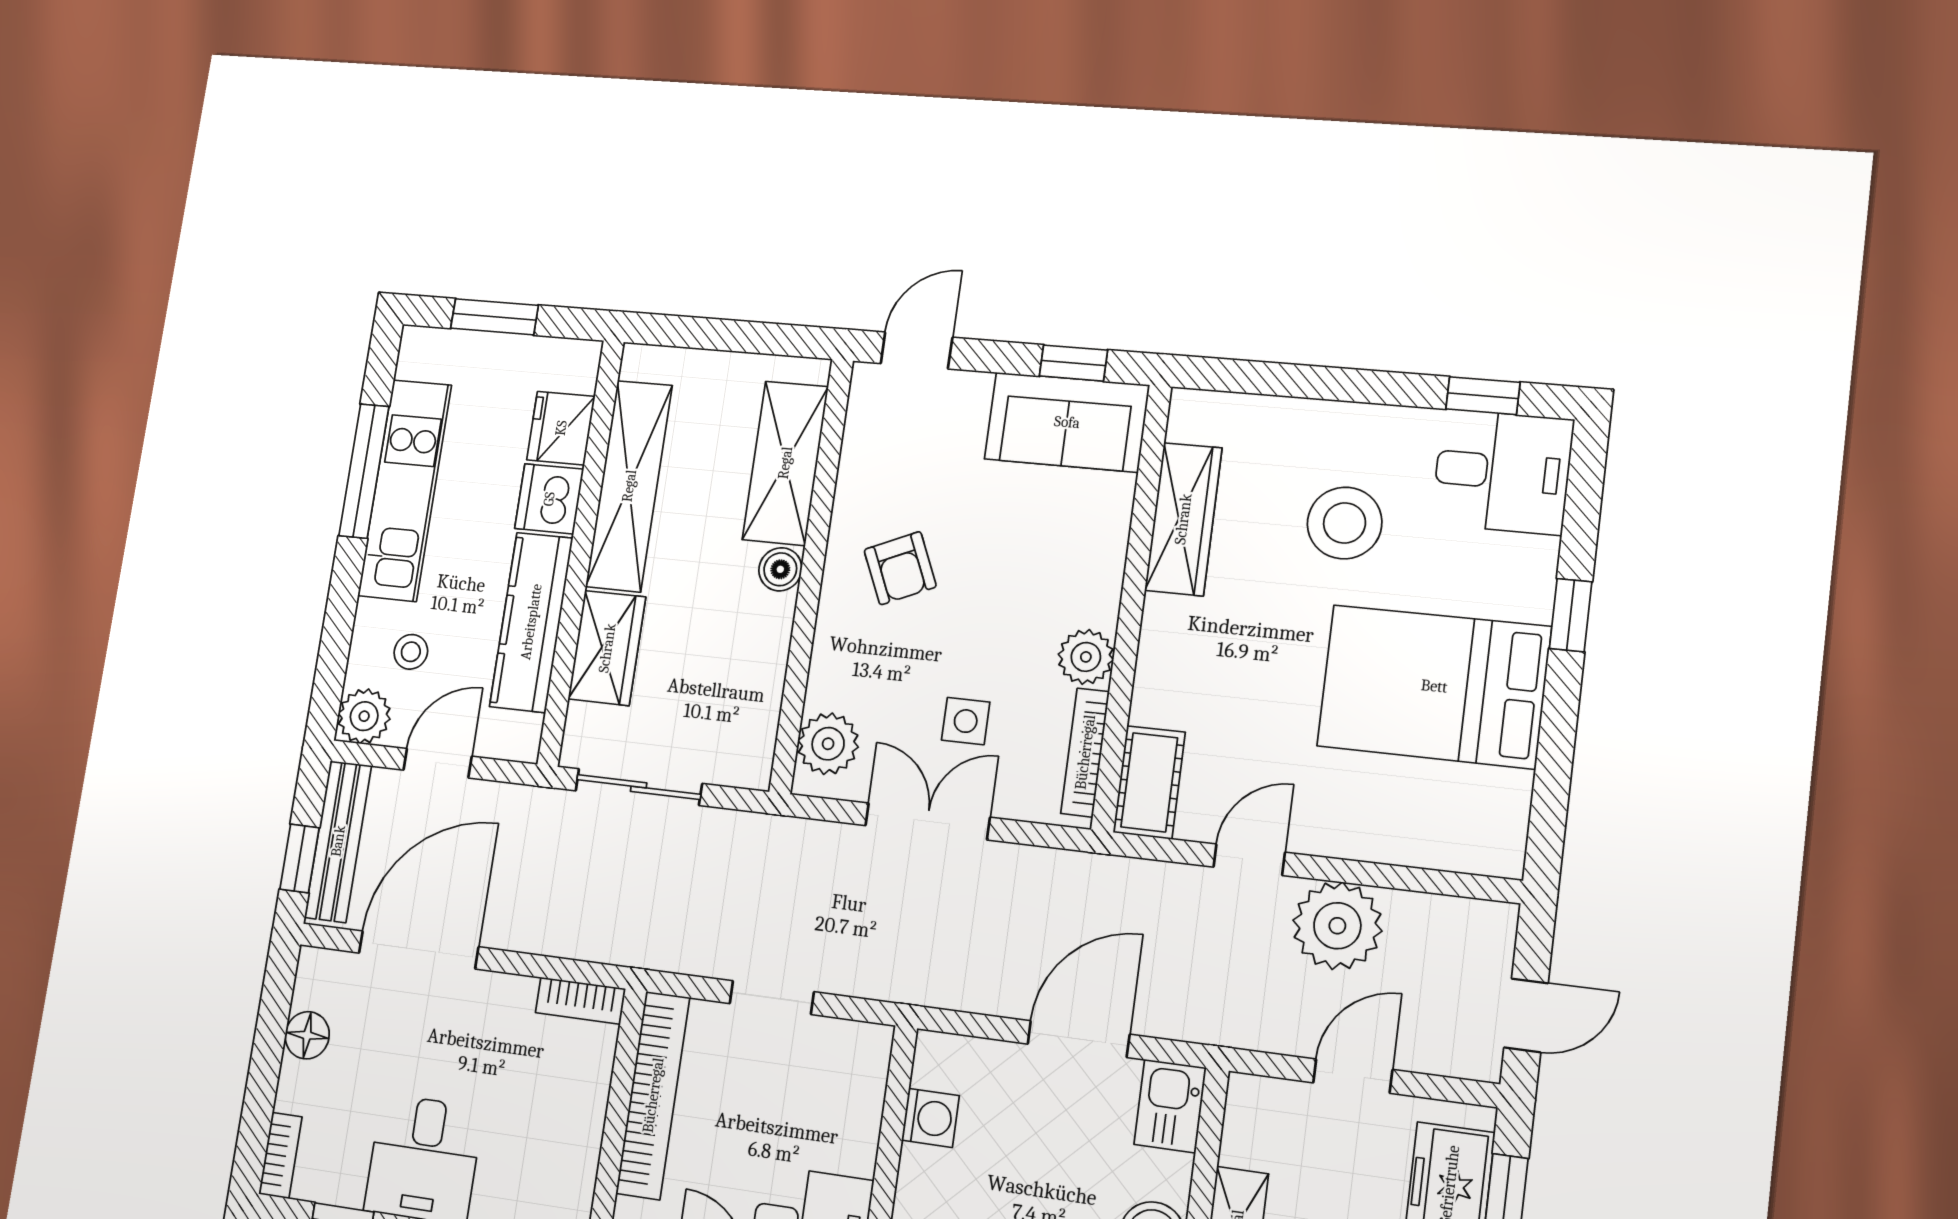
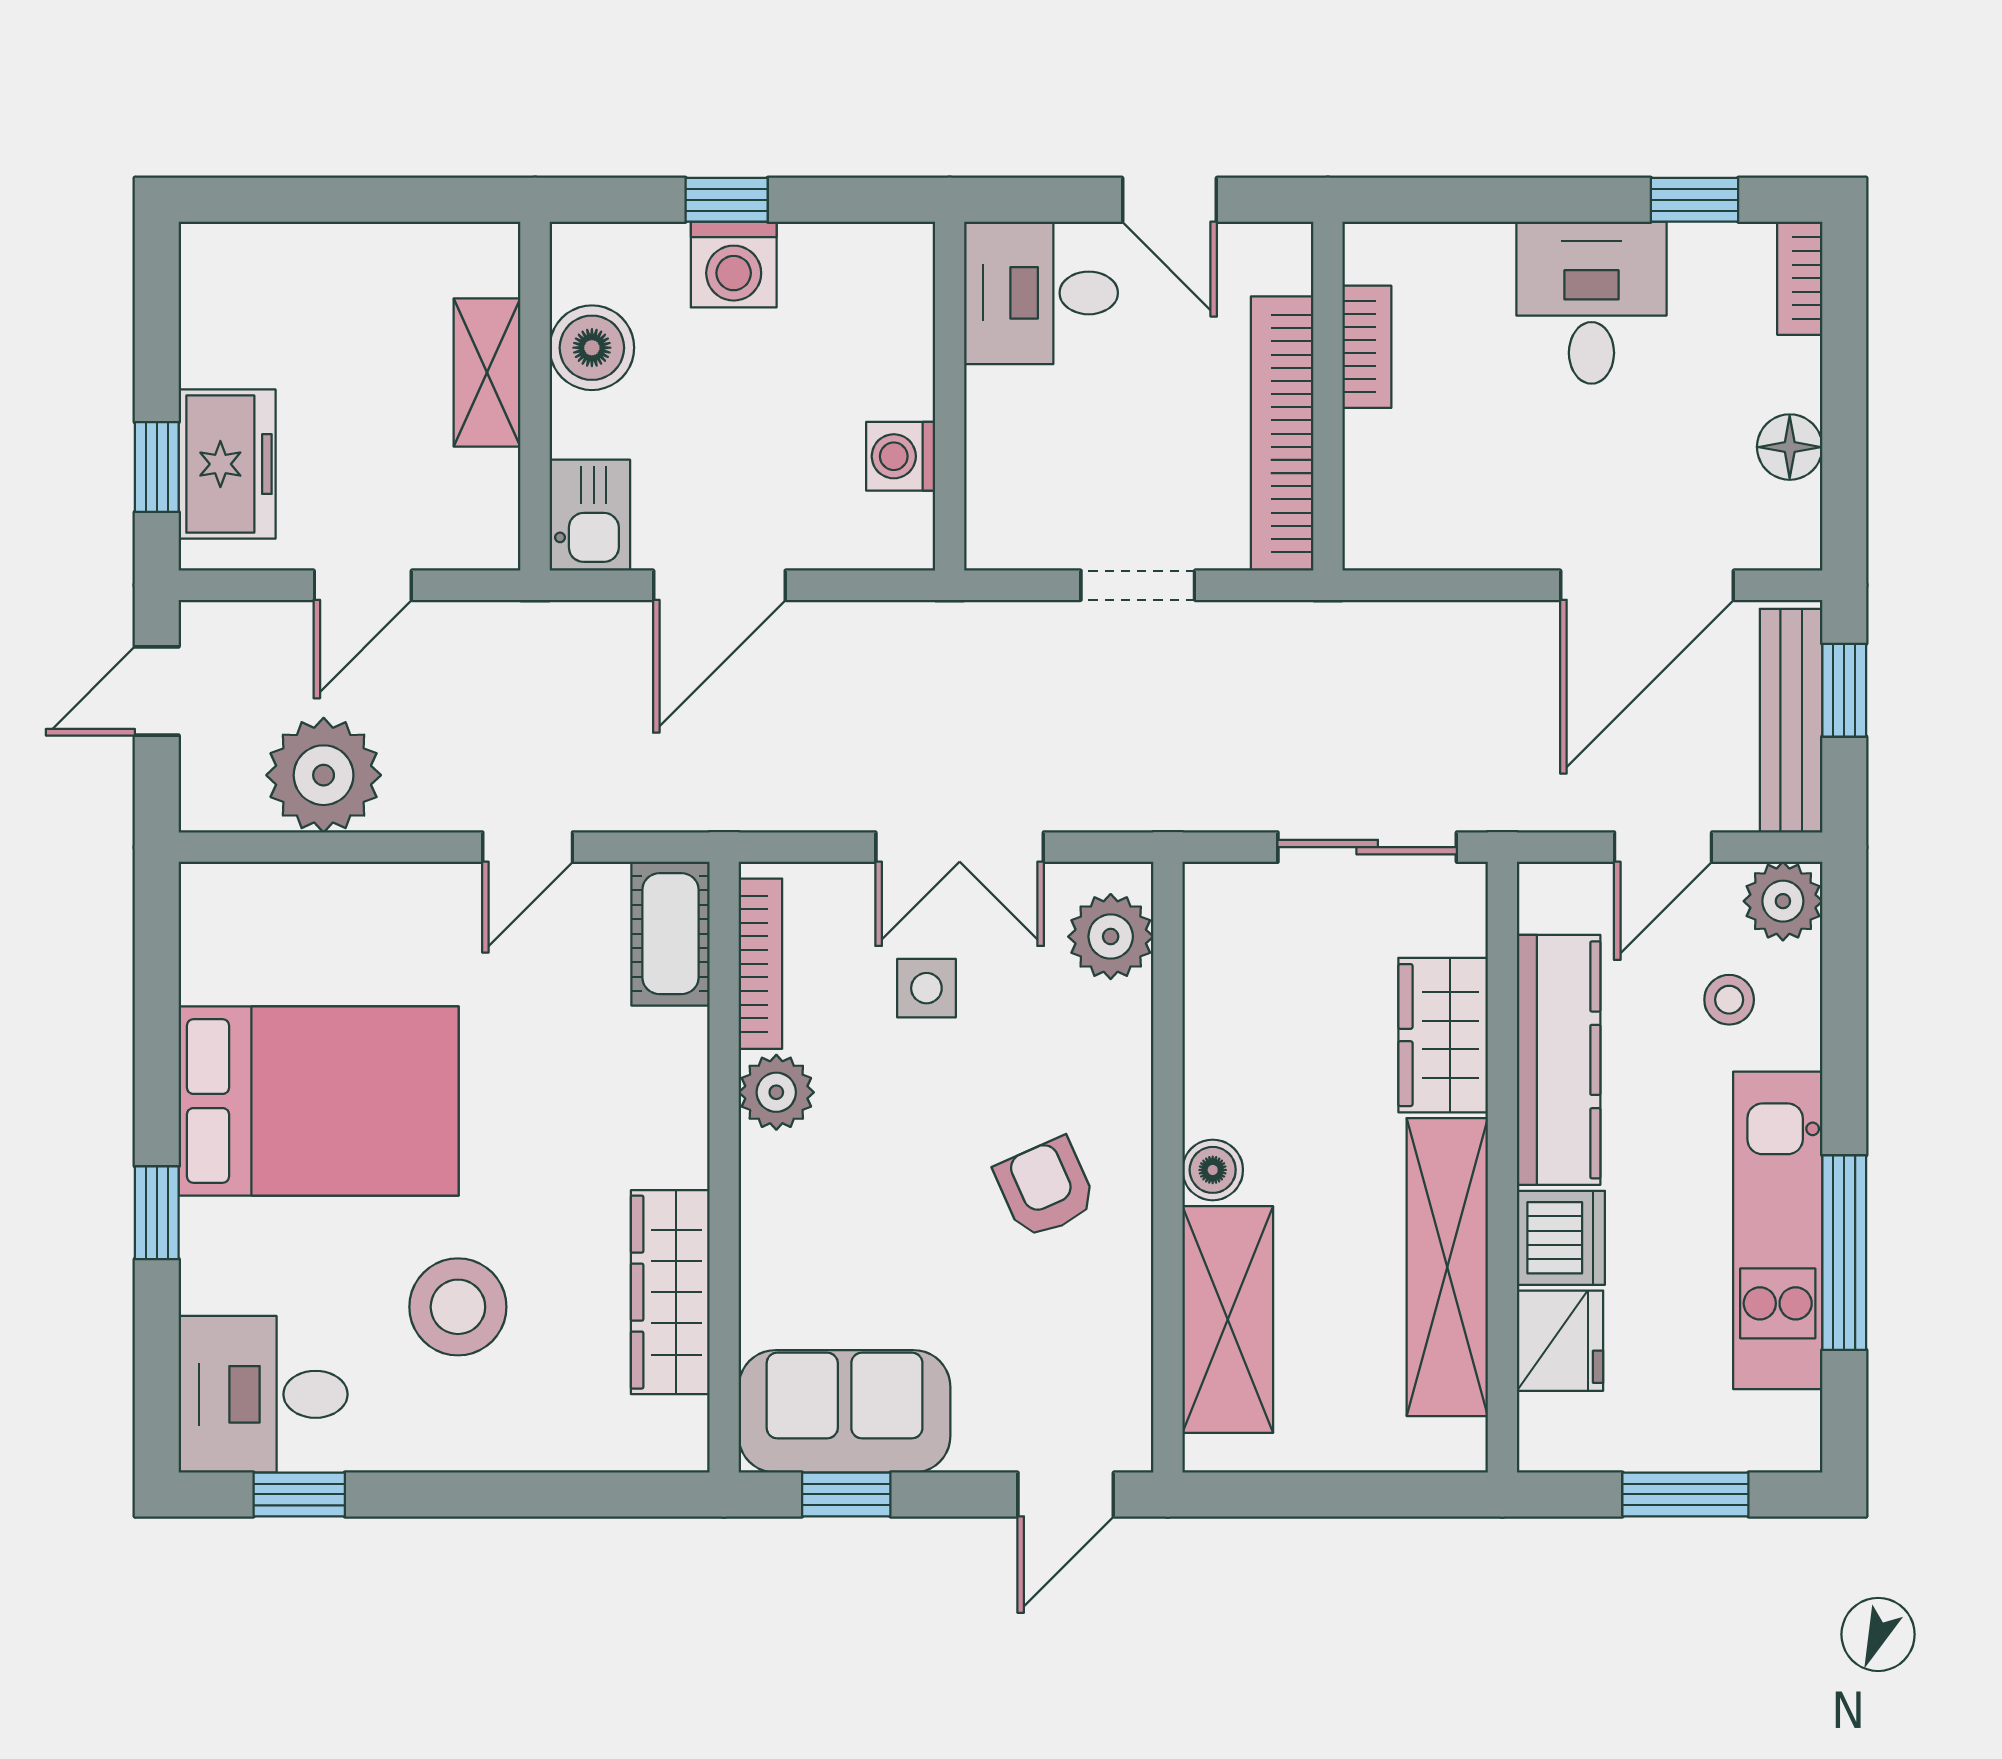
plant: (1337, 926) -> (324, 775), moved
bookcase: (580, 1001) -> (1367, 347), moved, turned 90

